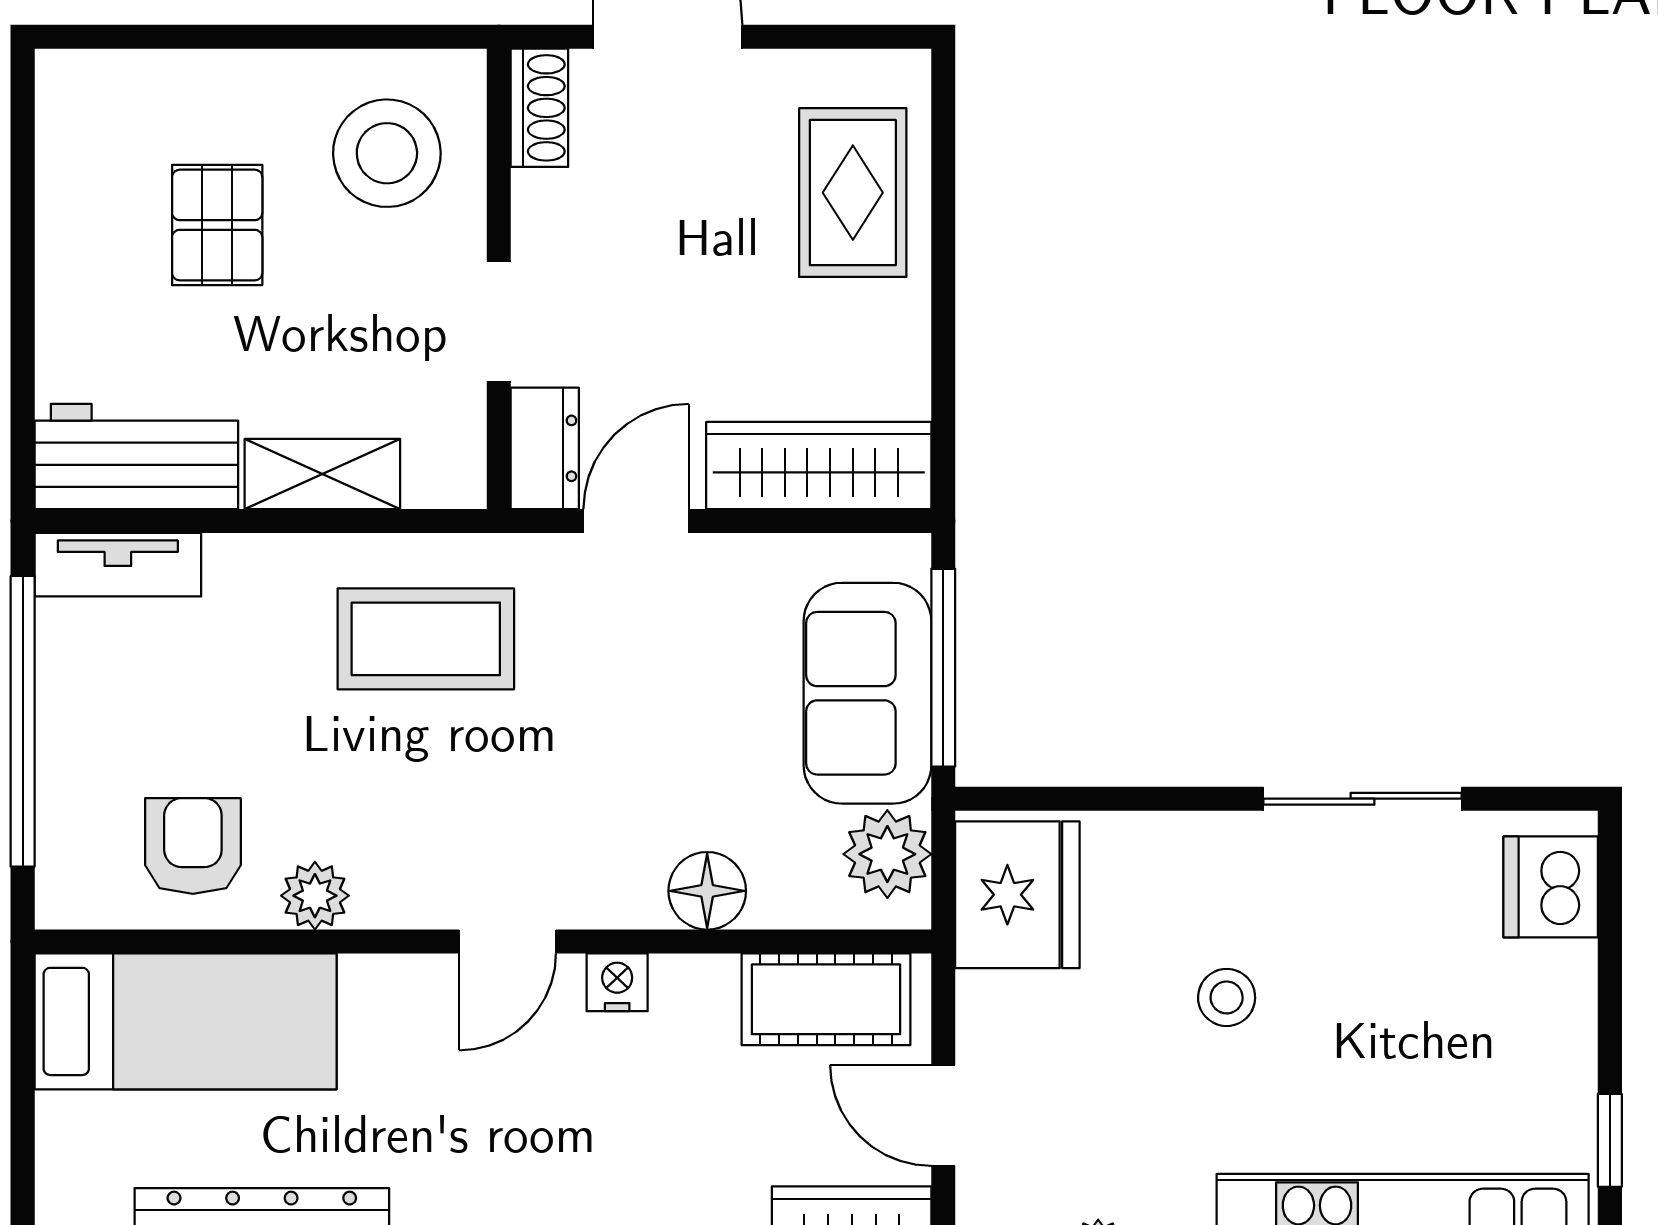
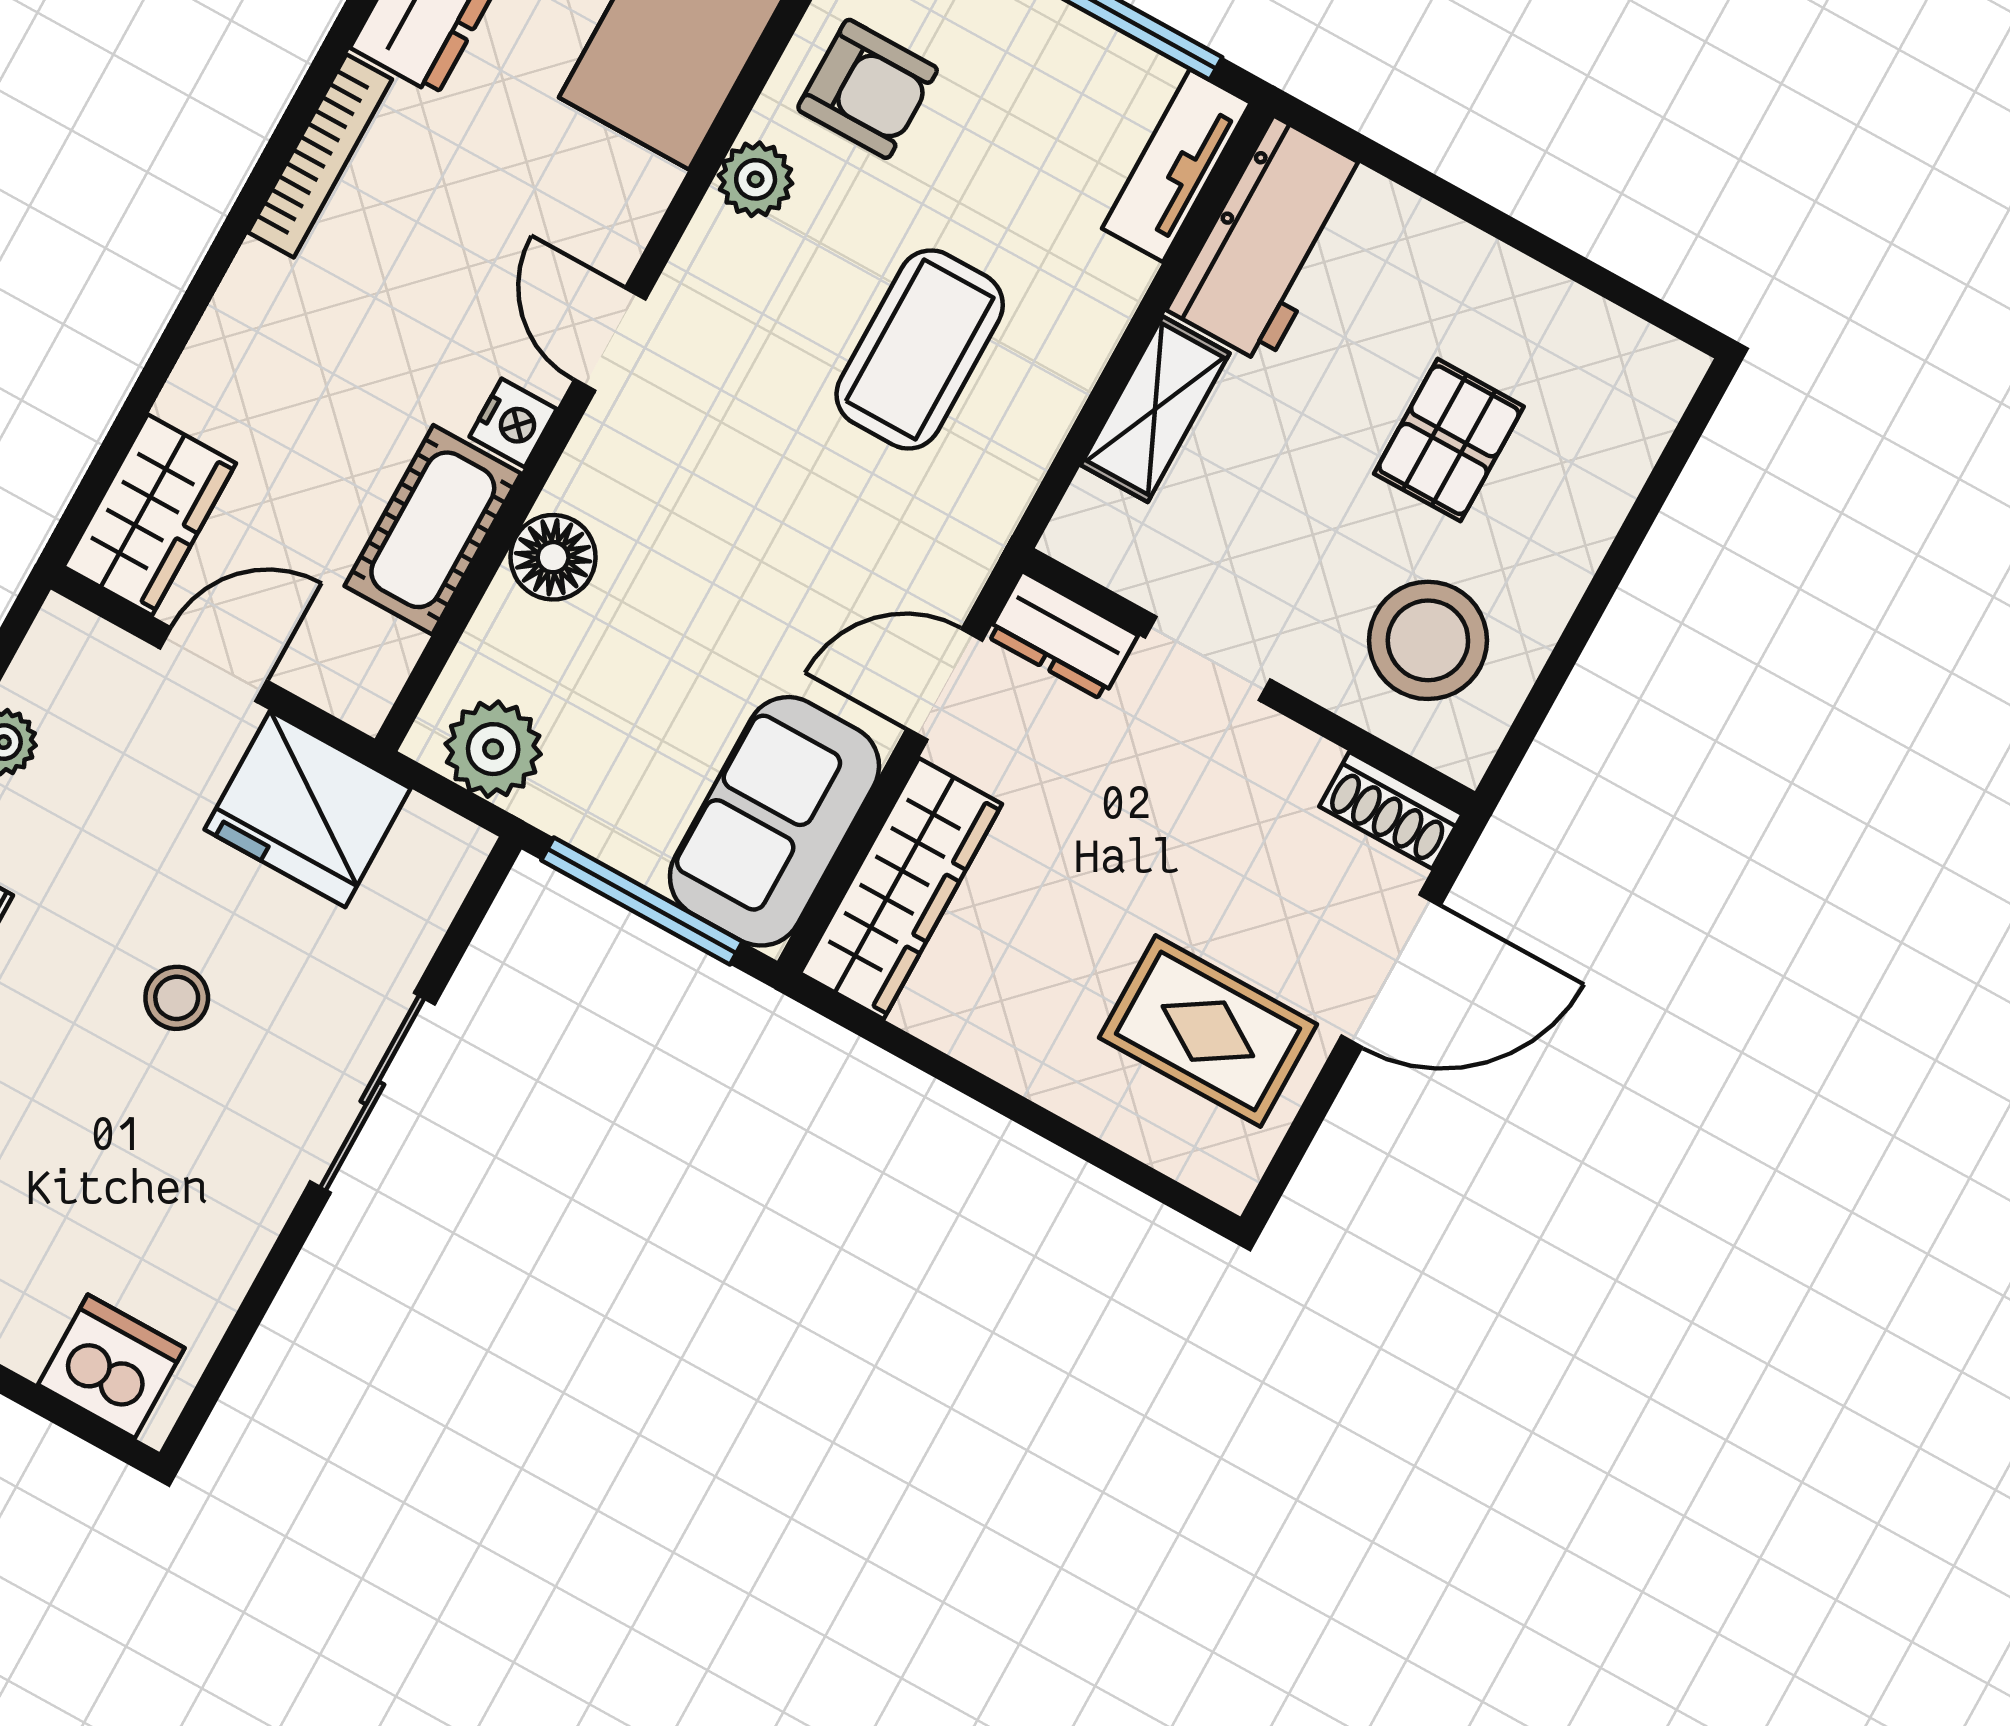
rug: (853, 193) -> (1208, 1031), moved
pallet: (217, 225) -> (1449, 440), turned 90
door: (636, 521) -> (945, 685), swing flipped
coffee table: (426, 639) -> (920, 349), moved
sofa: (867, 693) -> (774, 821), moved, turned -90
sliding door: (1362, 799) -> (372, 1093), moved
fridge: (1017, 895) -> (308, 809), moved
cot: (826, 999) -> (433, 530), moved

